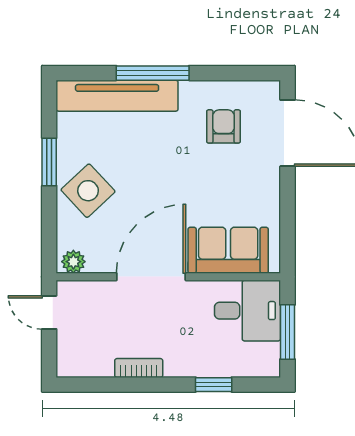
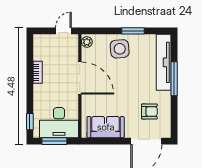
side table: (88, 191) -> (120, 49), turned 38
sofa: (228, 250) -> (106, 127), moved, turned -90
desk: (248, 311) -> (59, 123), width x1.37
window: (214, 385) -> (30, 122), moved

